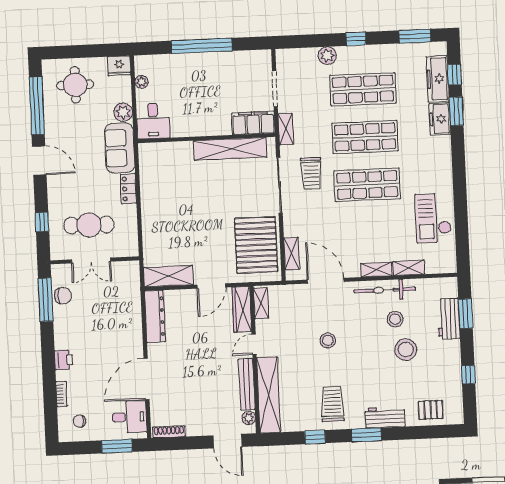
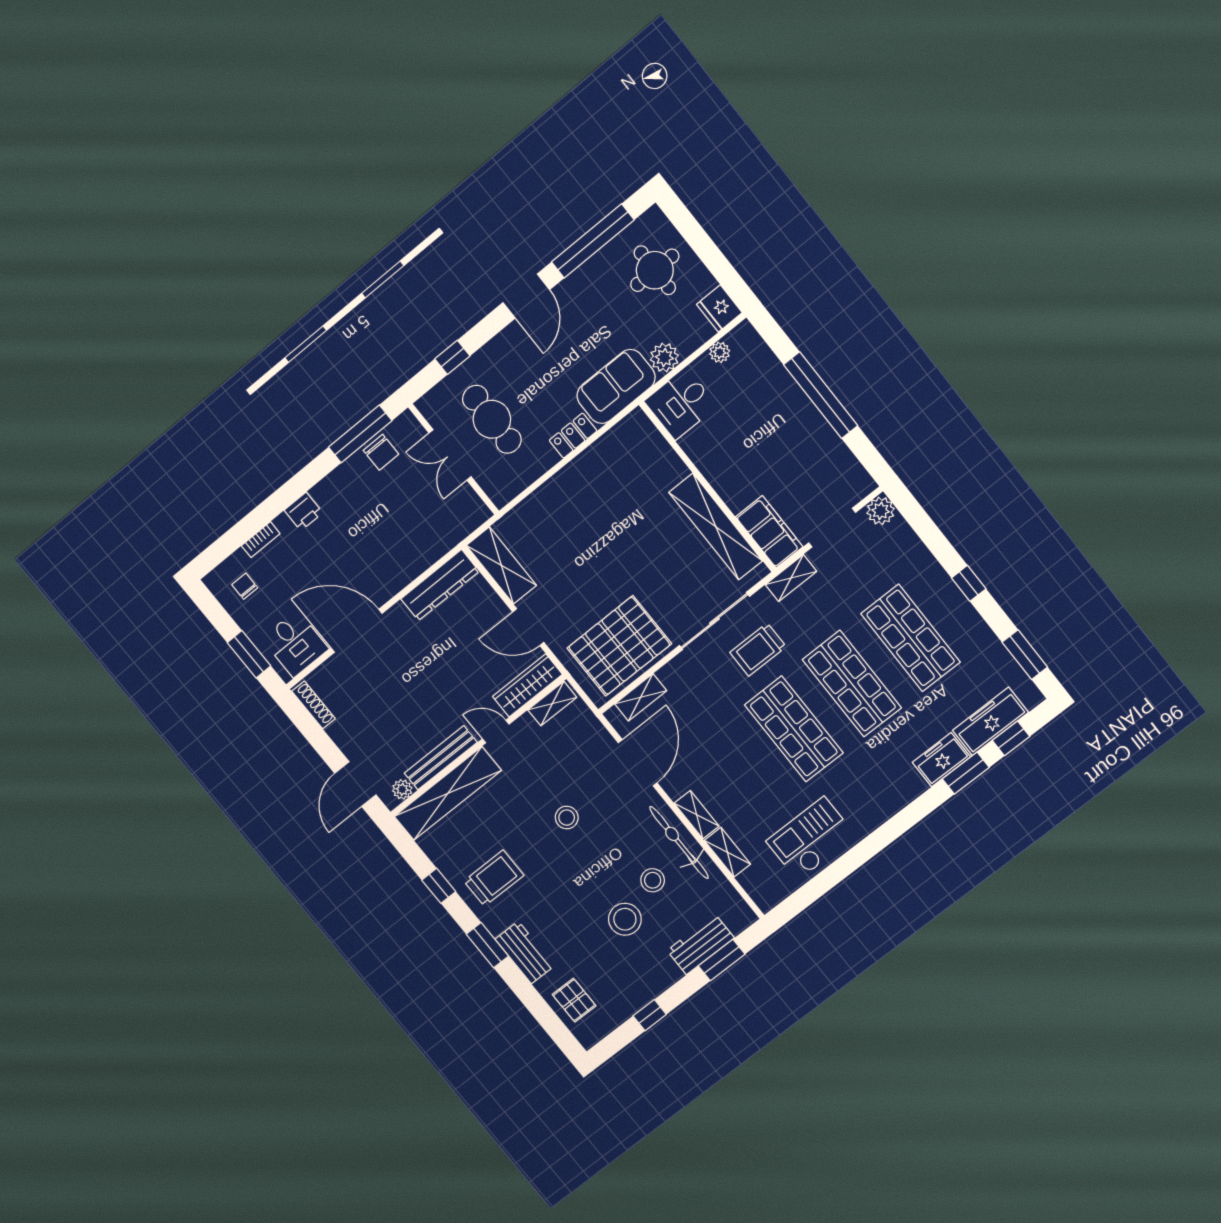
plant: (327, 56) -> (881, 511), moved

